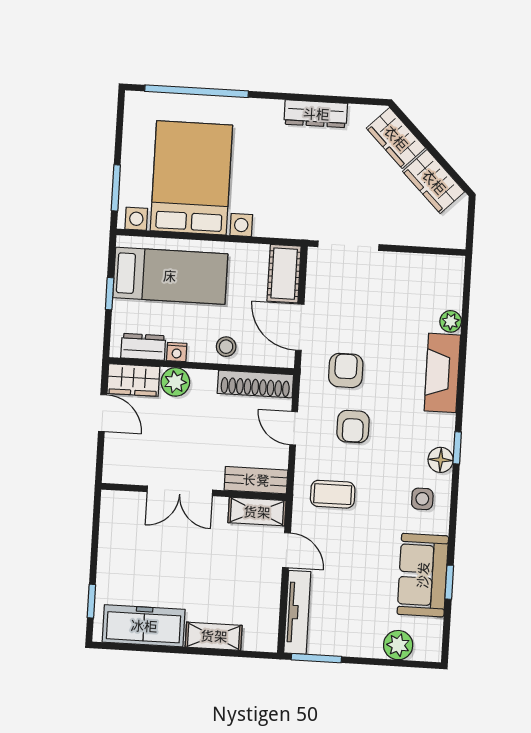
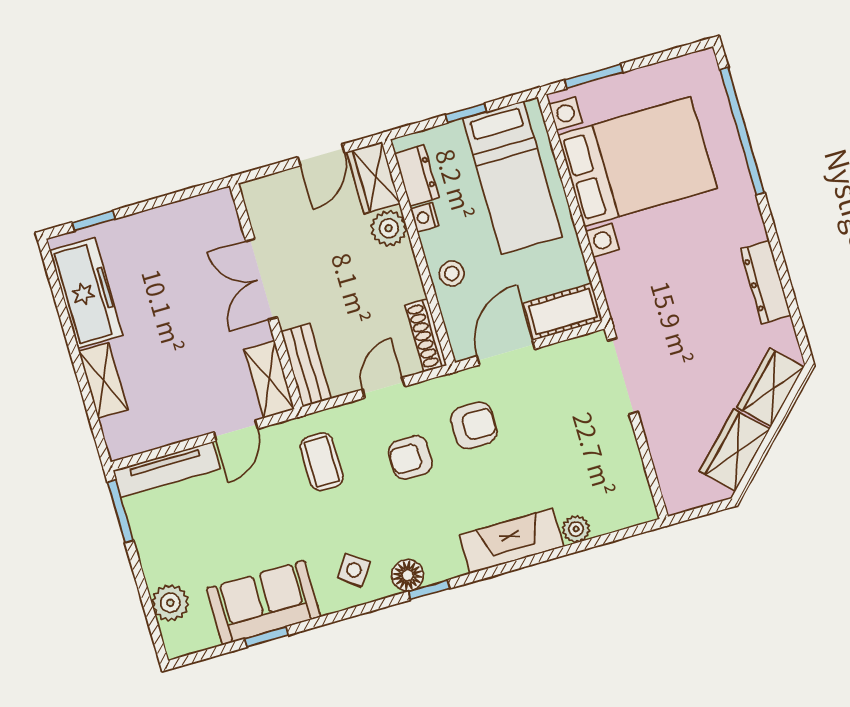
shoe rack: (255, 384) -> (426, 335), width x0.74, depth x0.81
side table: (422, 499) -> (354, 570), turned 36

